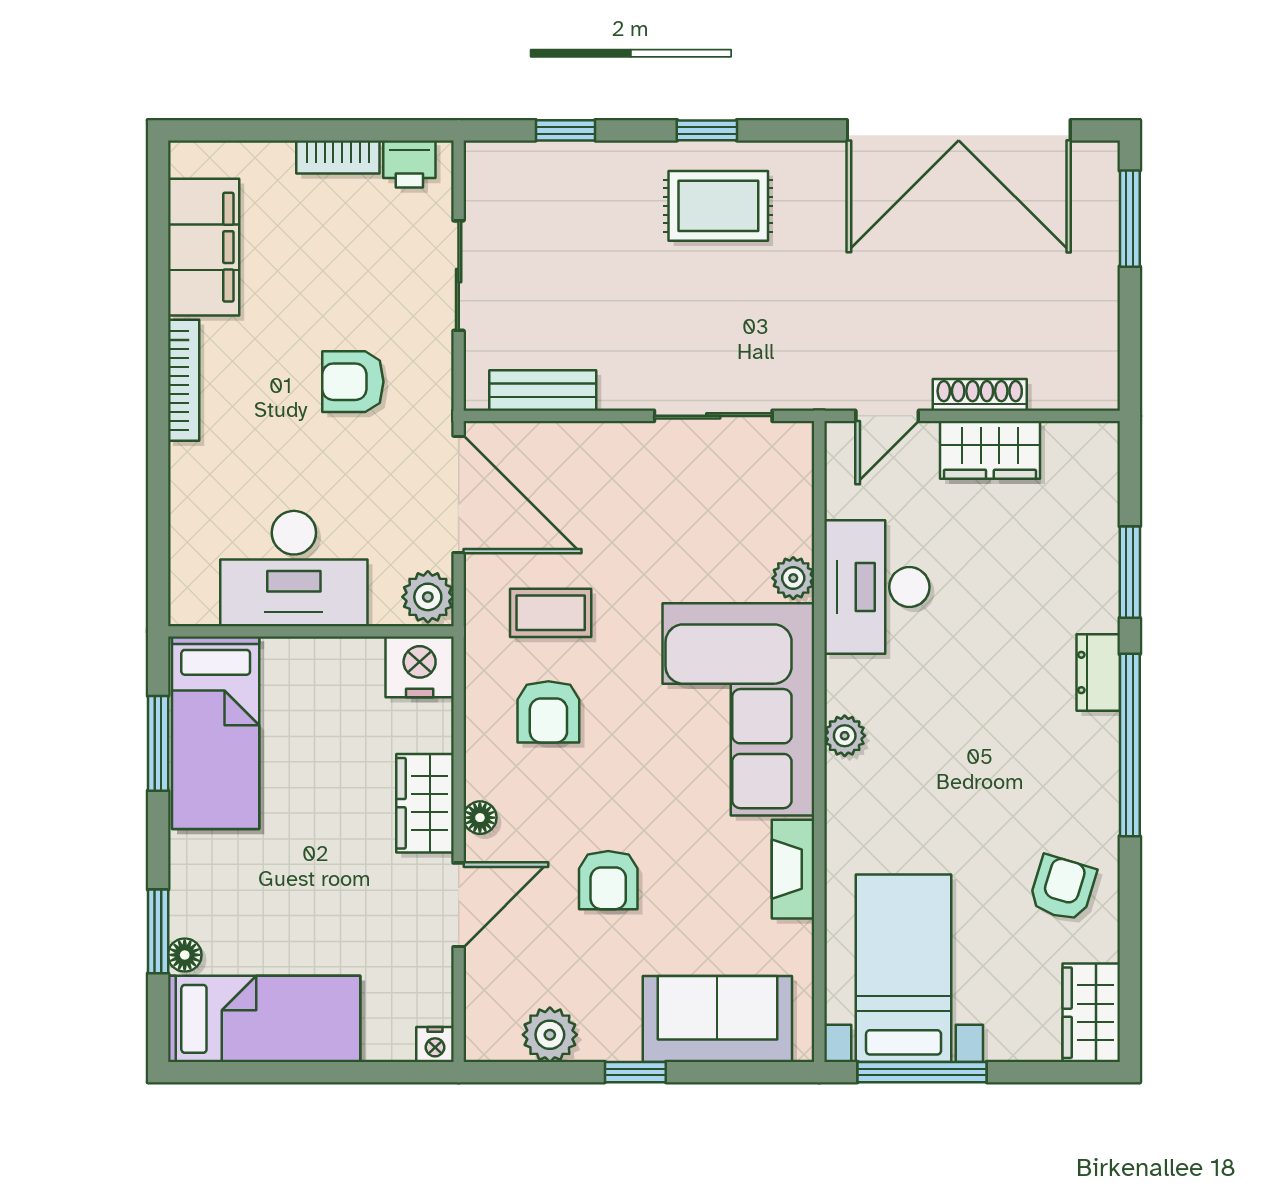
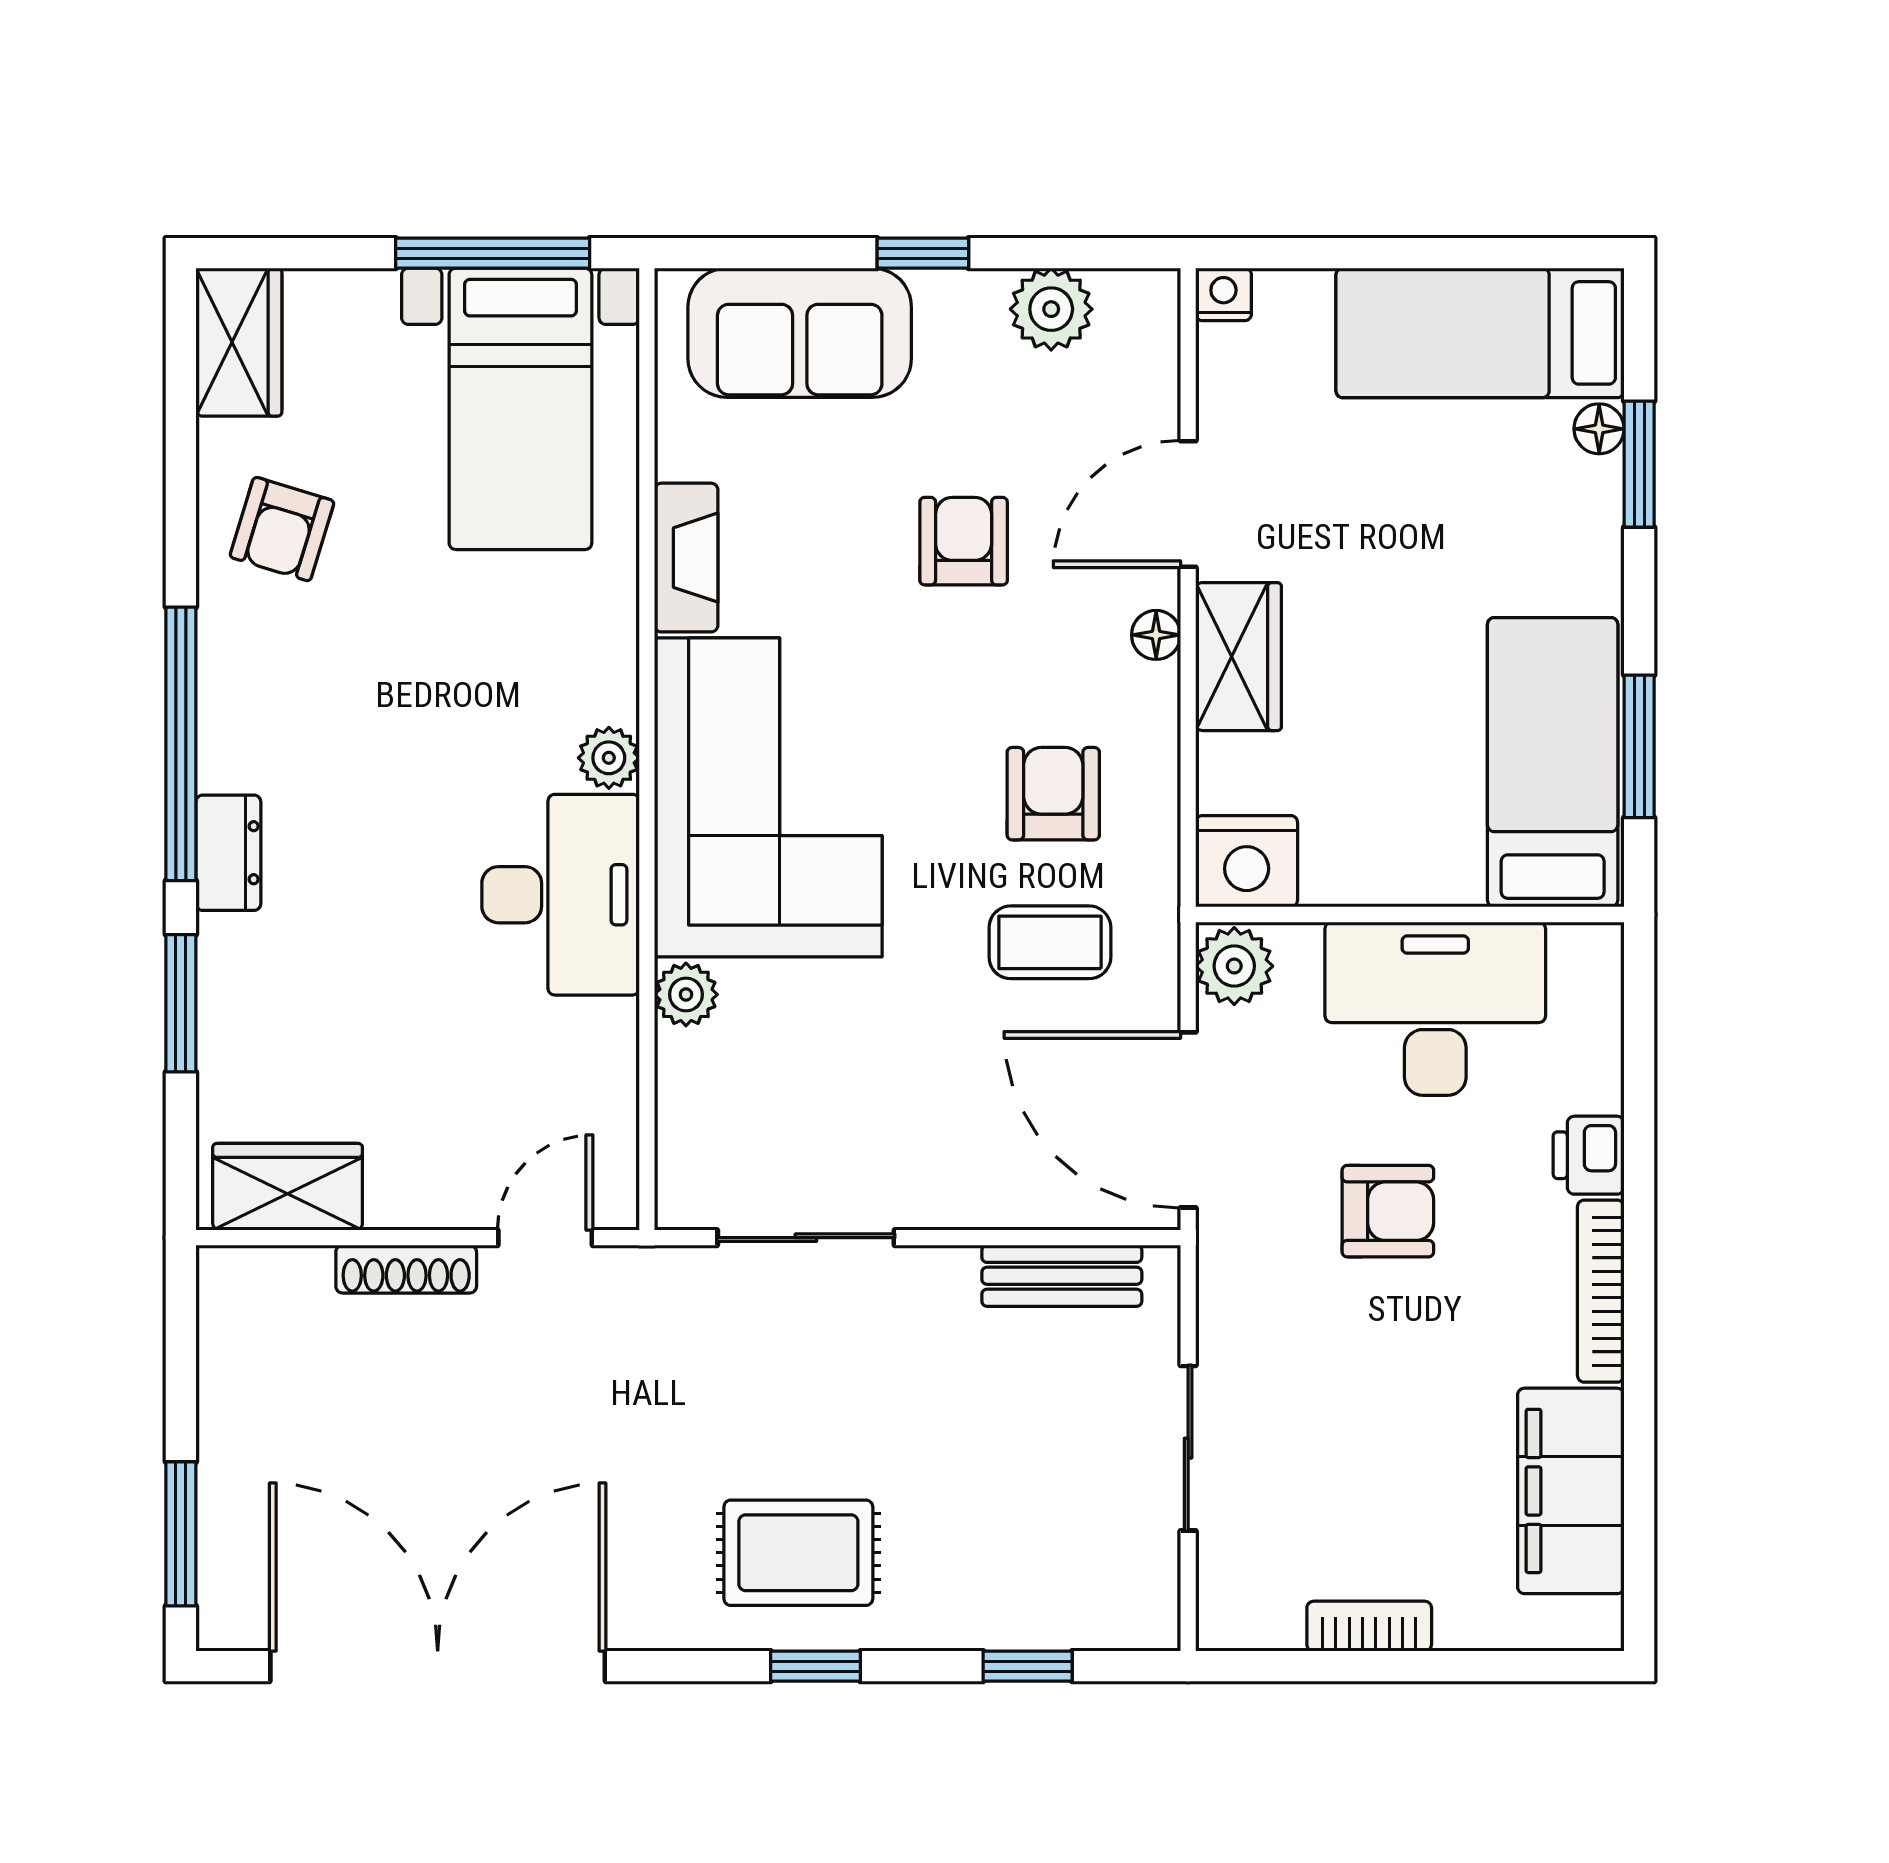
printer: (409, 164) -> (1589, 1155), moved, turned -90
armchair: (353, 382) -> (1388, 1211), moved
wardrobe: (990, 450) -> (288, 1187), moved
desk: (877, 587) -> (561, 895), moved

